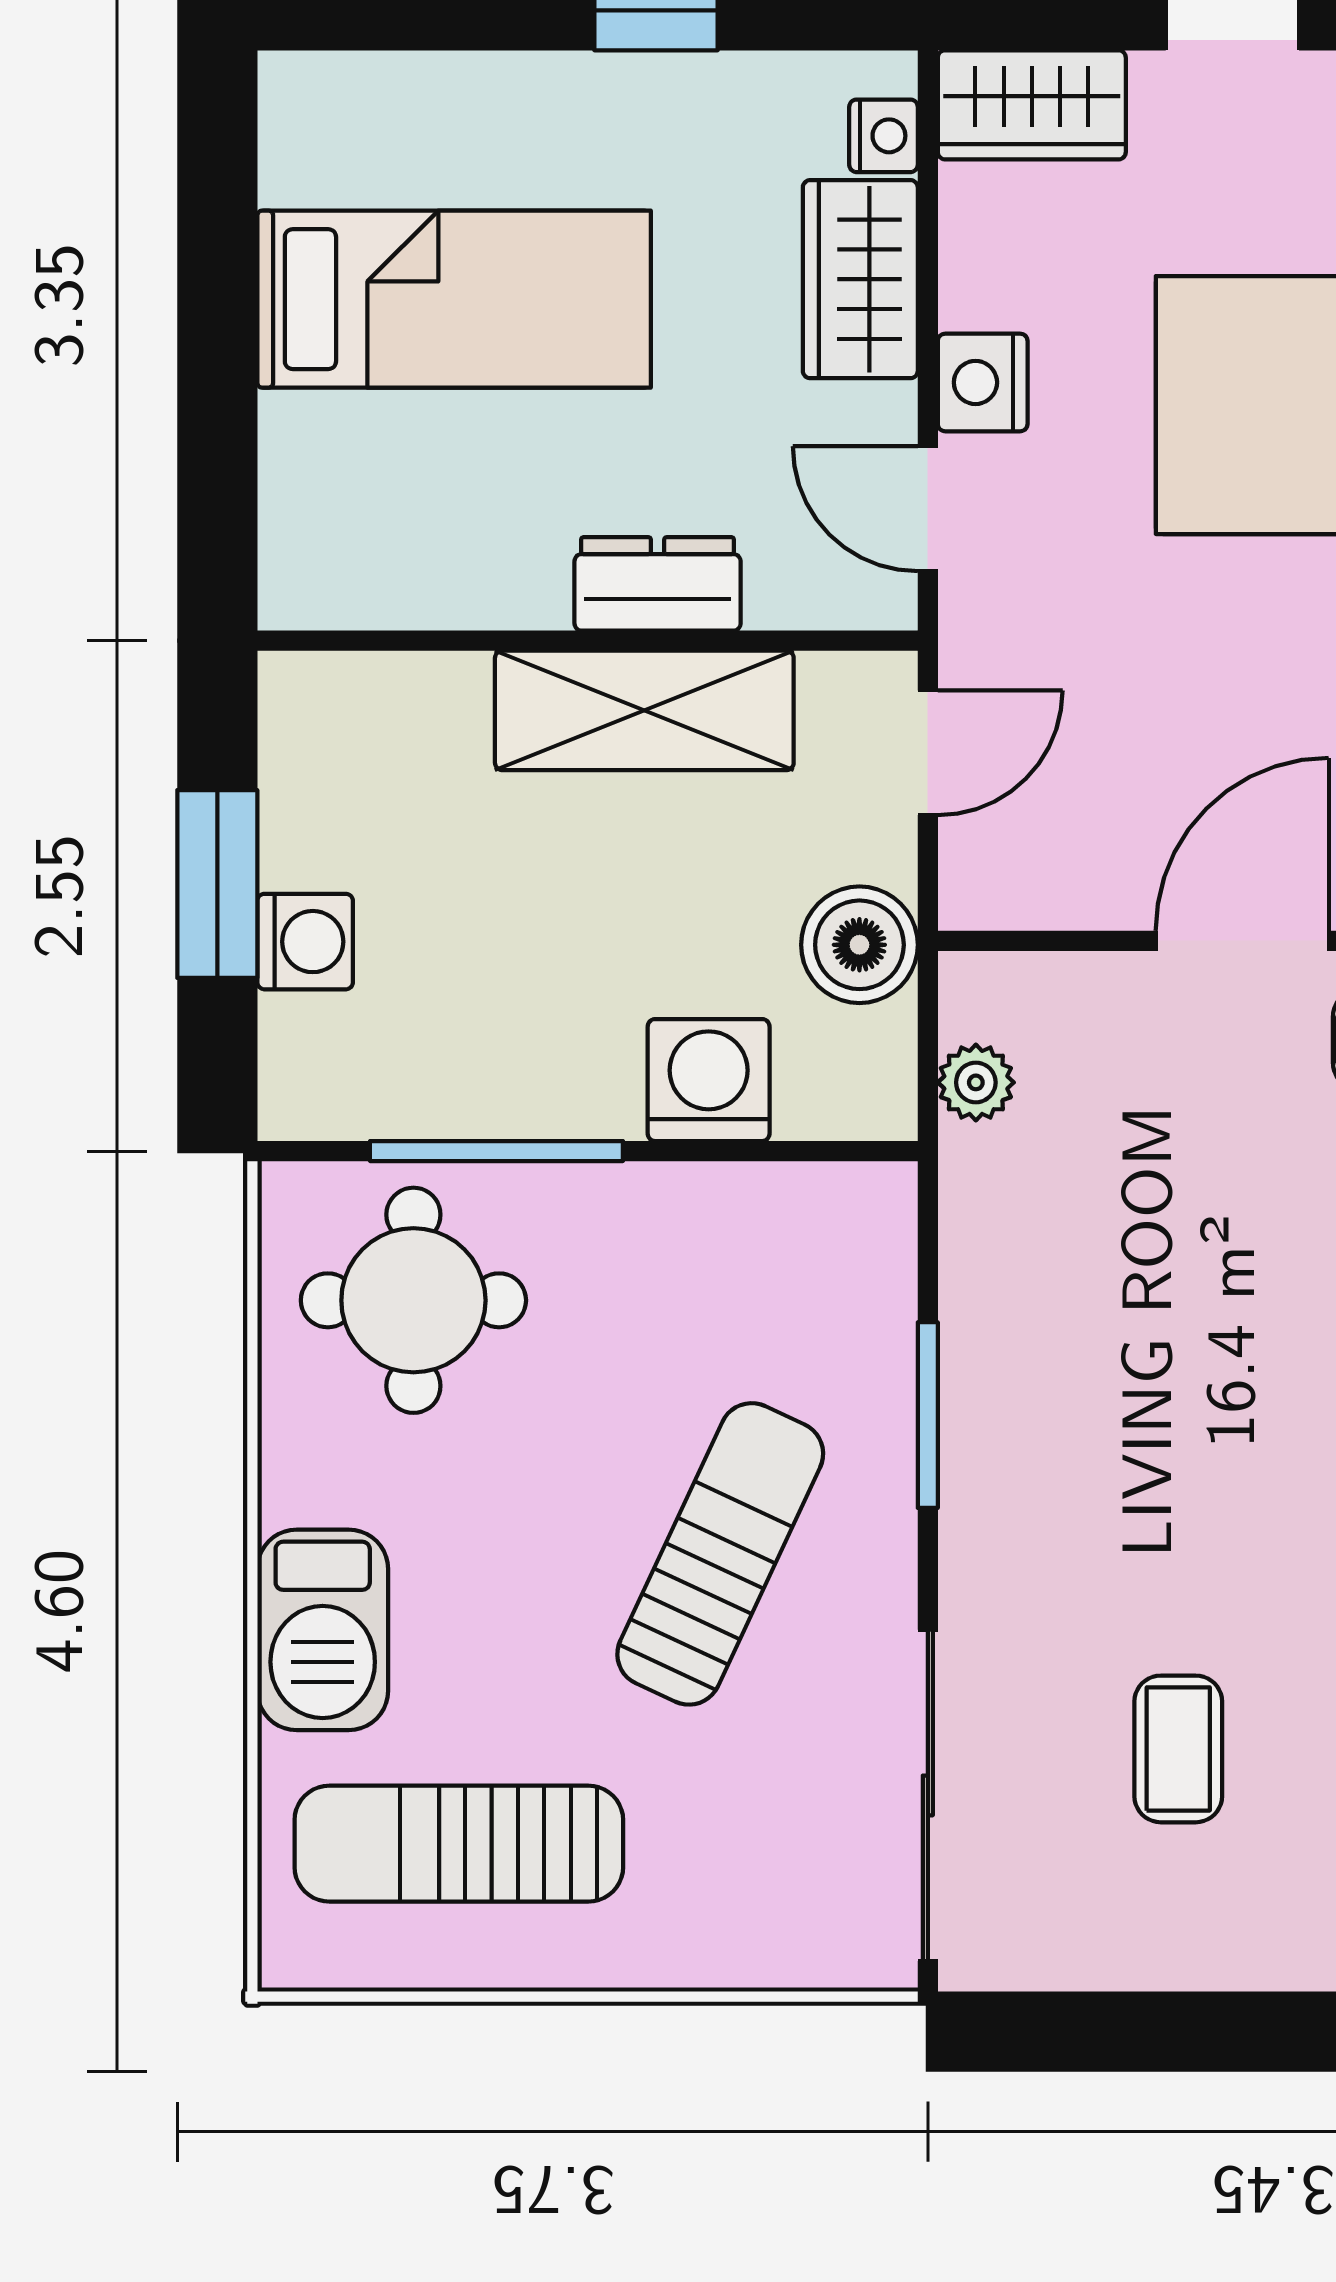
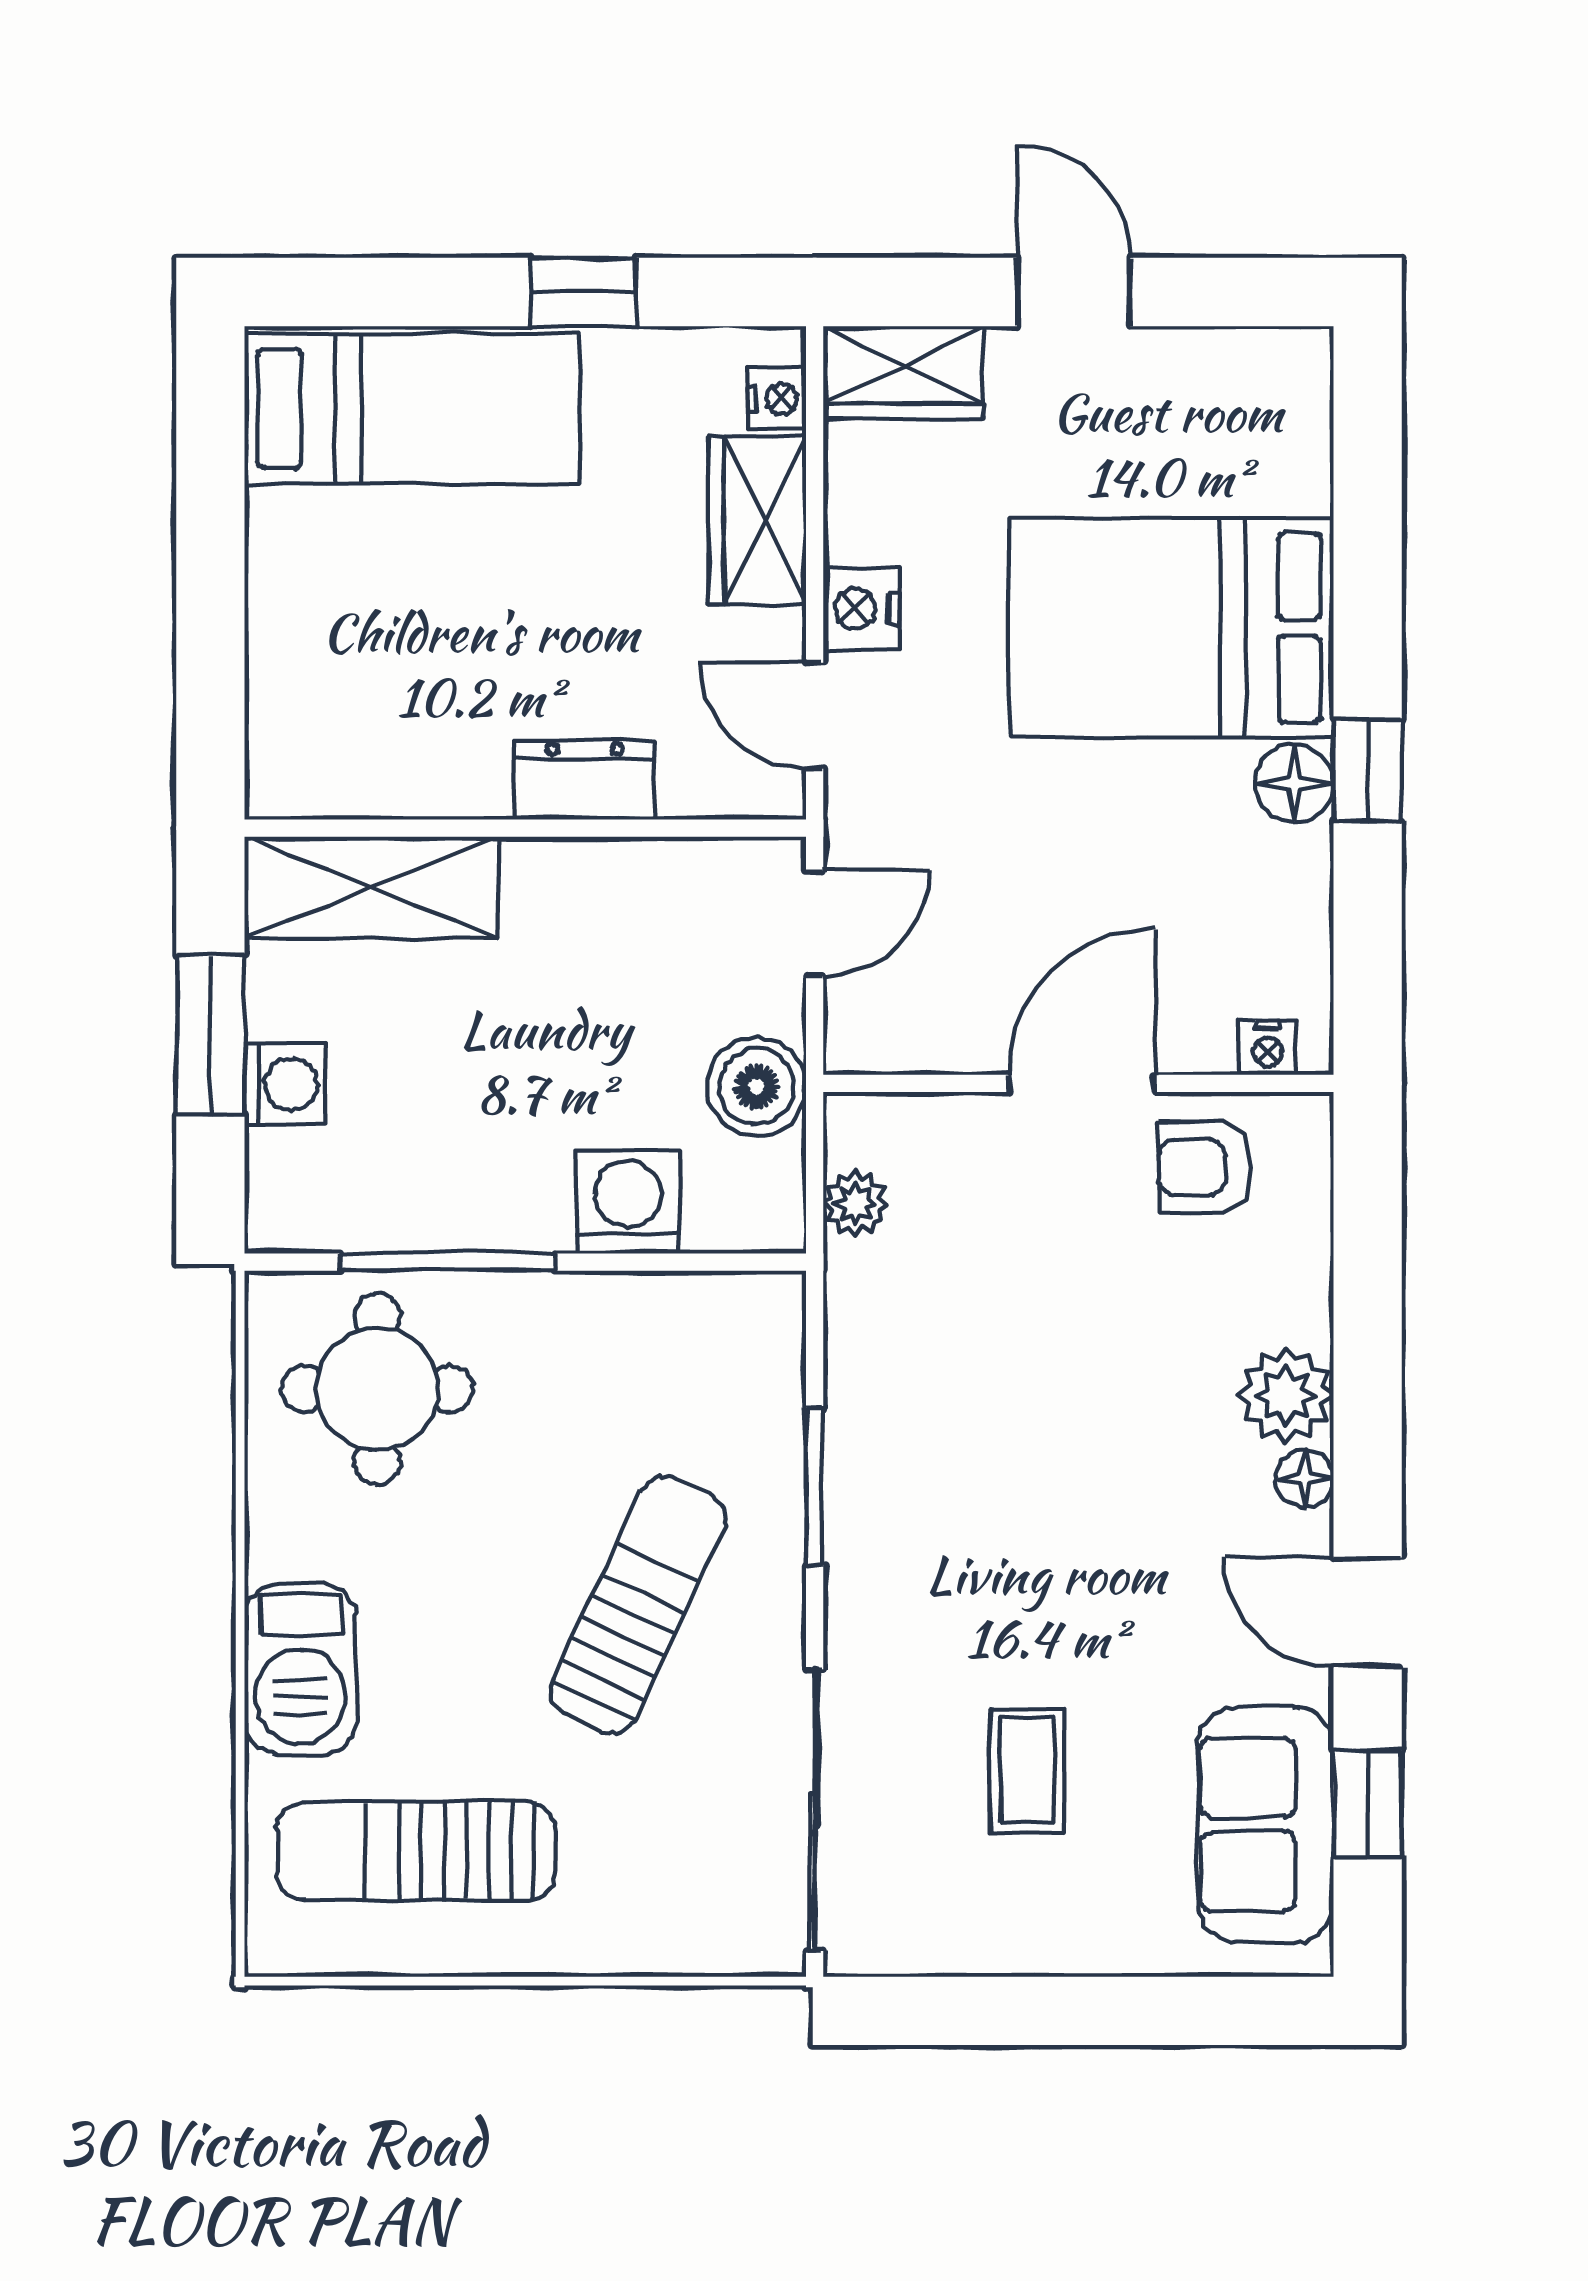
bed: (454, 299) -> (412, 409), moved
shelving: (644, 710) -> (371, 887), moved

